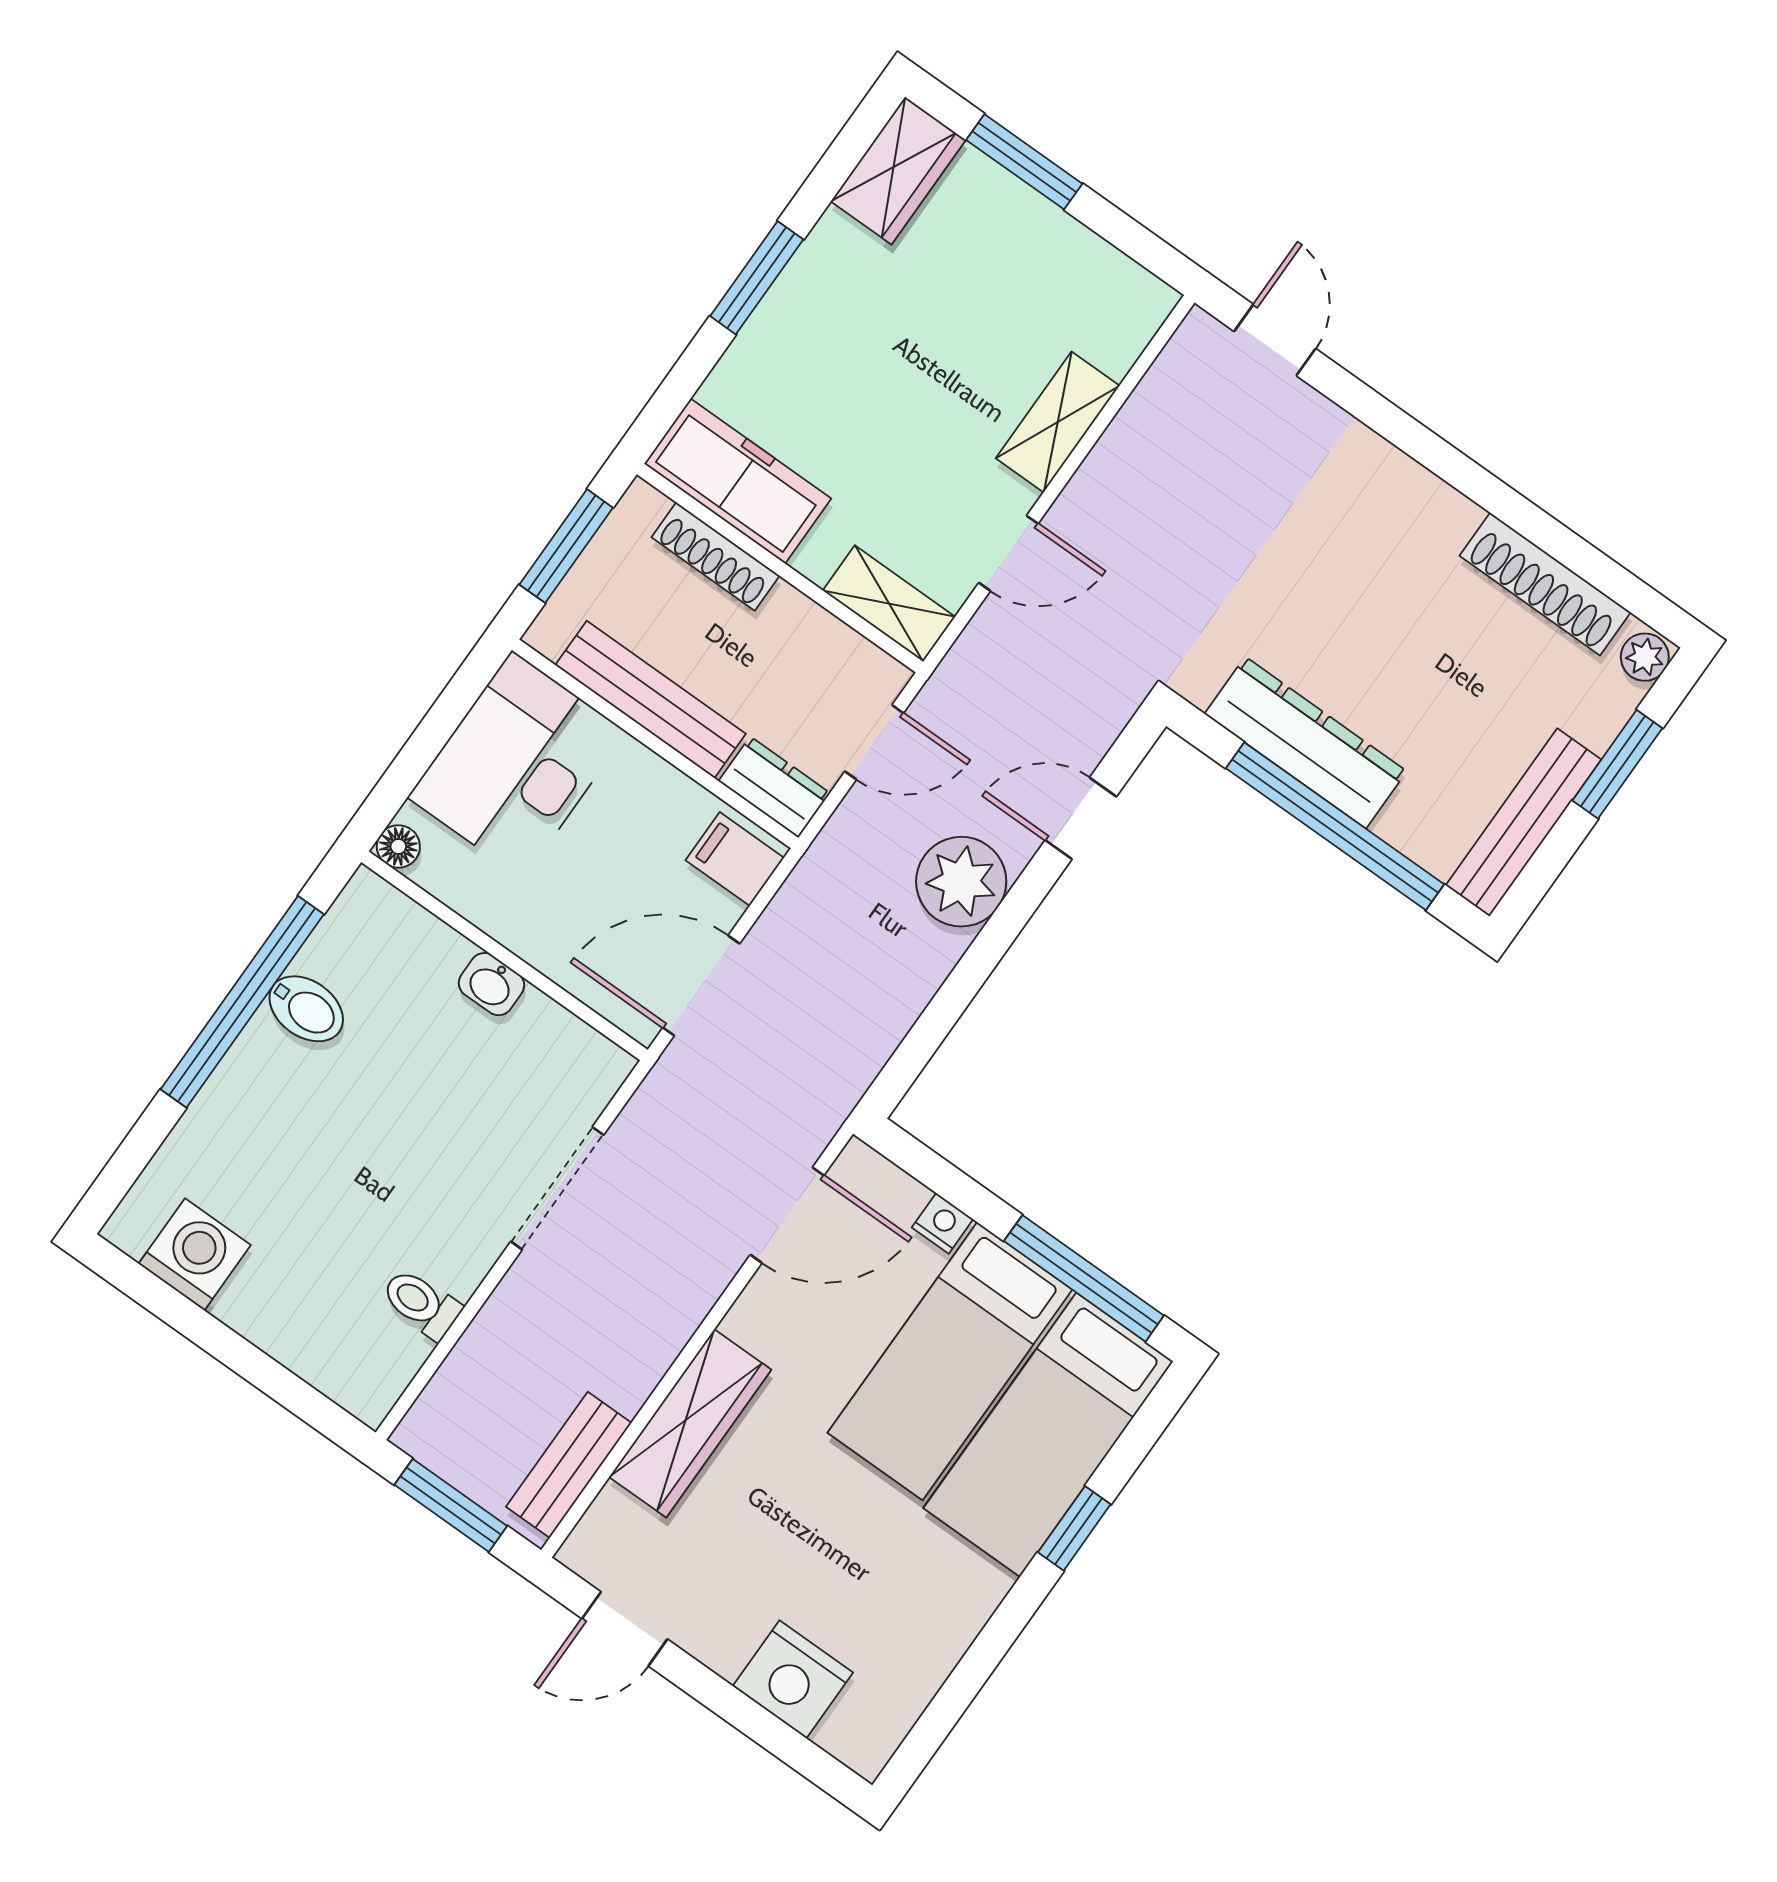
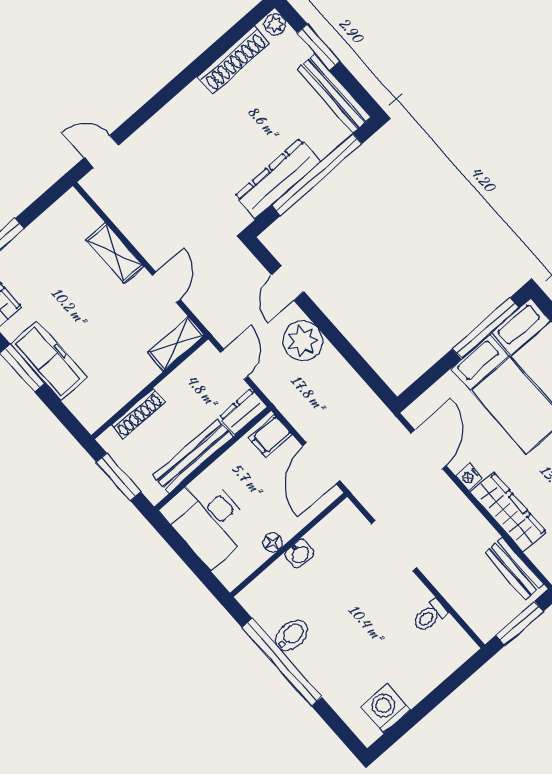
freezer: (738, 481) -> (49, 360), moved, turned 90
floor lamp: (398, 846) -> (273, 543), moved
nightstand: (942, 1223) -> (469, 477), moved, turned -90

